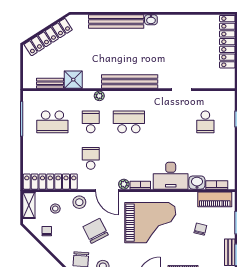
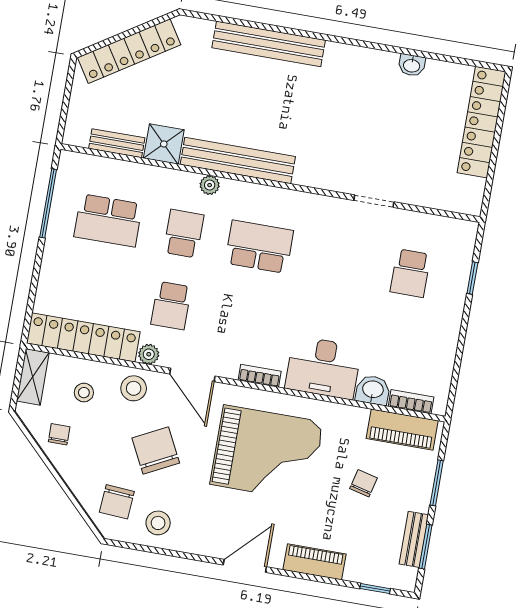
washbasin: (151, 20) -> (412, 65), moved
bench: (130, 81) -> (238, 161), moved
school desk: (91, 158) -> (171, 306), turned 180
plant: (124, 184) -> (149, 354), moved

